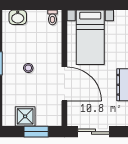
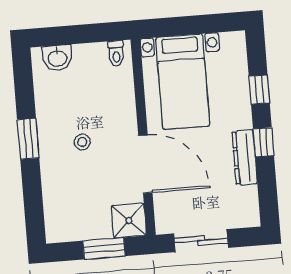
shower: (25, 116) -> (129, 221), moved

